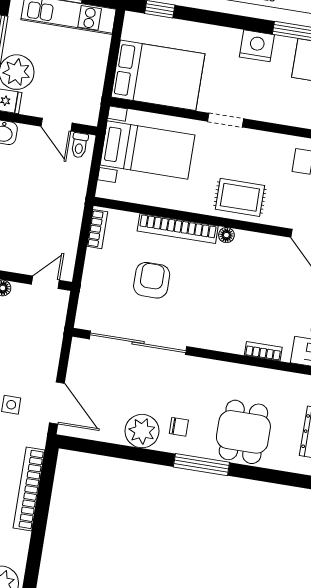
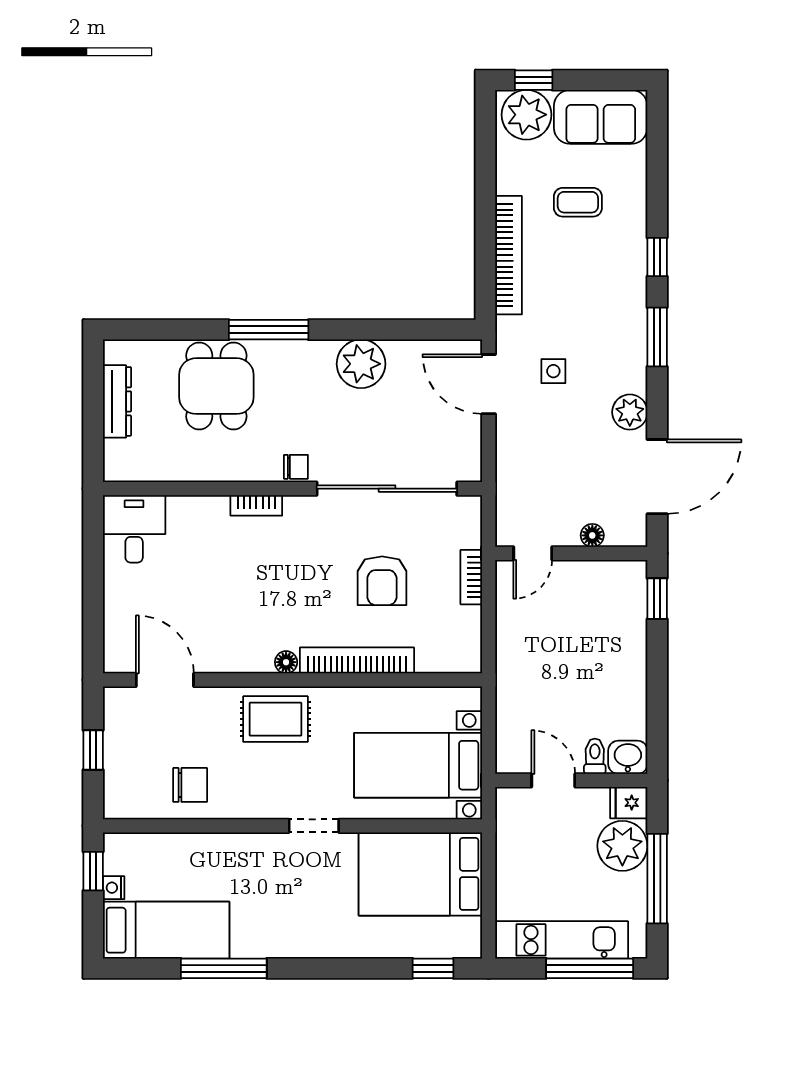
nightstand: (257, 46) -> (286, 939), removed
toilet: (79, 145) -> (595, 756), moved
bookcase: (97, 229) -> (471, 577), moved
bookcase: (263, 351) -> (256, 505), moved
chair: (179, 427) -> (296, 467), moved, turned 180

